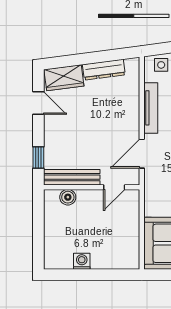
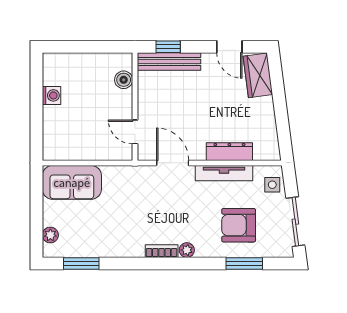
dresser: (104, 70) -> (229, 152), moved, turned 97
door: (38, 103) -> (229, 47), hinge flipped
bench: (72, 177) -> (169, 62), moved, turned 90

